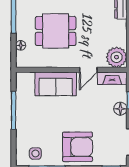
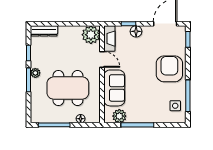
dining table: (56, 31) -> (68, 88), width x1.38
plant: (24, 90) -> (119, 116), added

